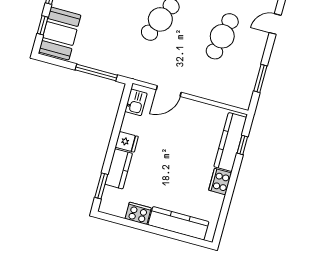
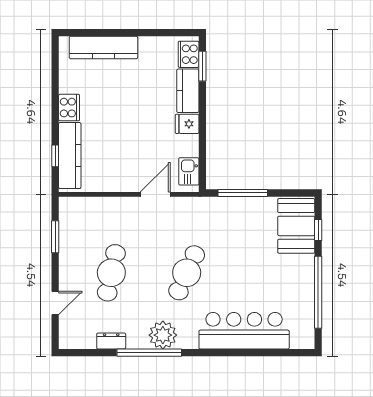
cooker: (138, 213) -> (189, 54), moved, turned 90

